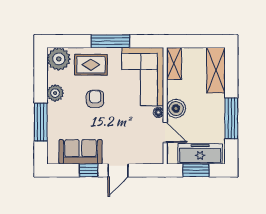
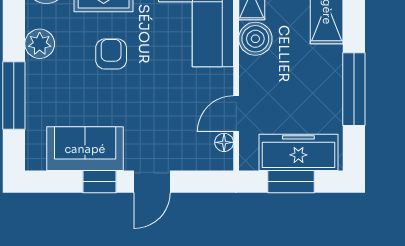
boiler: (176, 108) -> (255, 39), moved
floor lamp: (158, 112) -> (224, 142), moved
door: (165, 132) -> (236, 114), swing flipped

